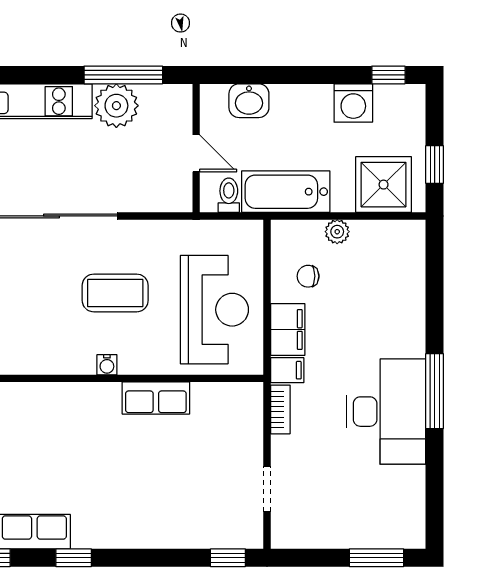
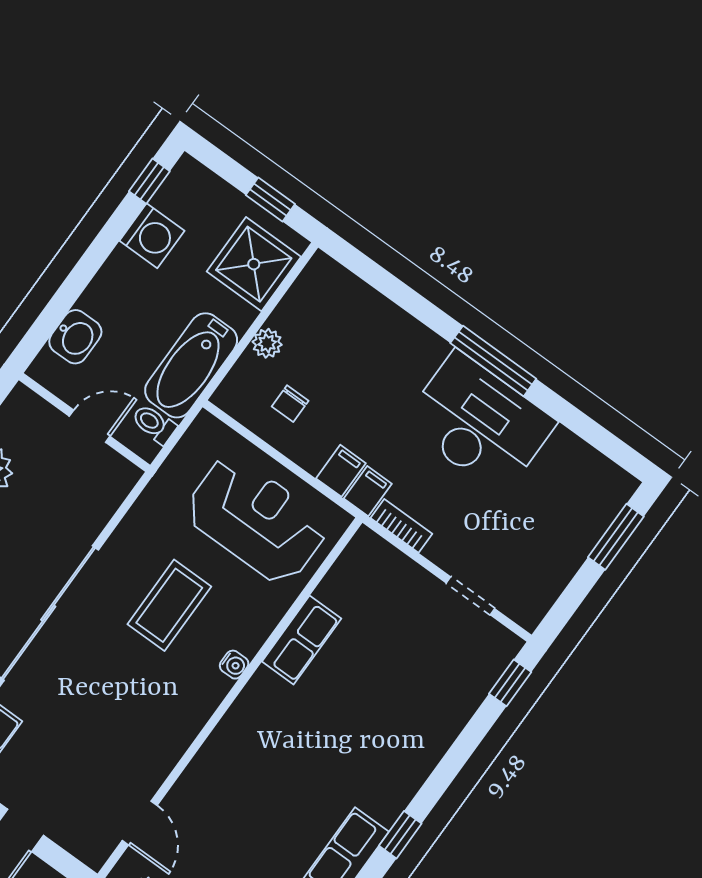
filing cabinet: (288, 330) -> (341, 471), width x0.50

